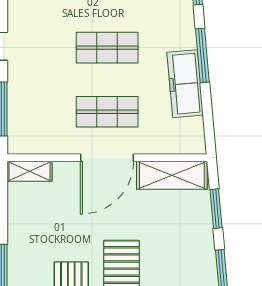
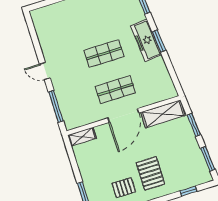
window: (202, 55) -> (159, 41), width x0.69
freezer: (185, 84) -> (146, 40), moved

